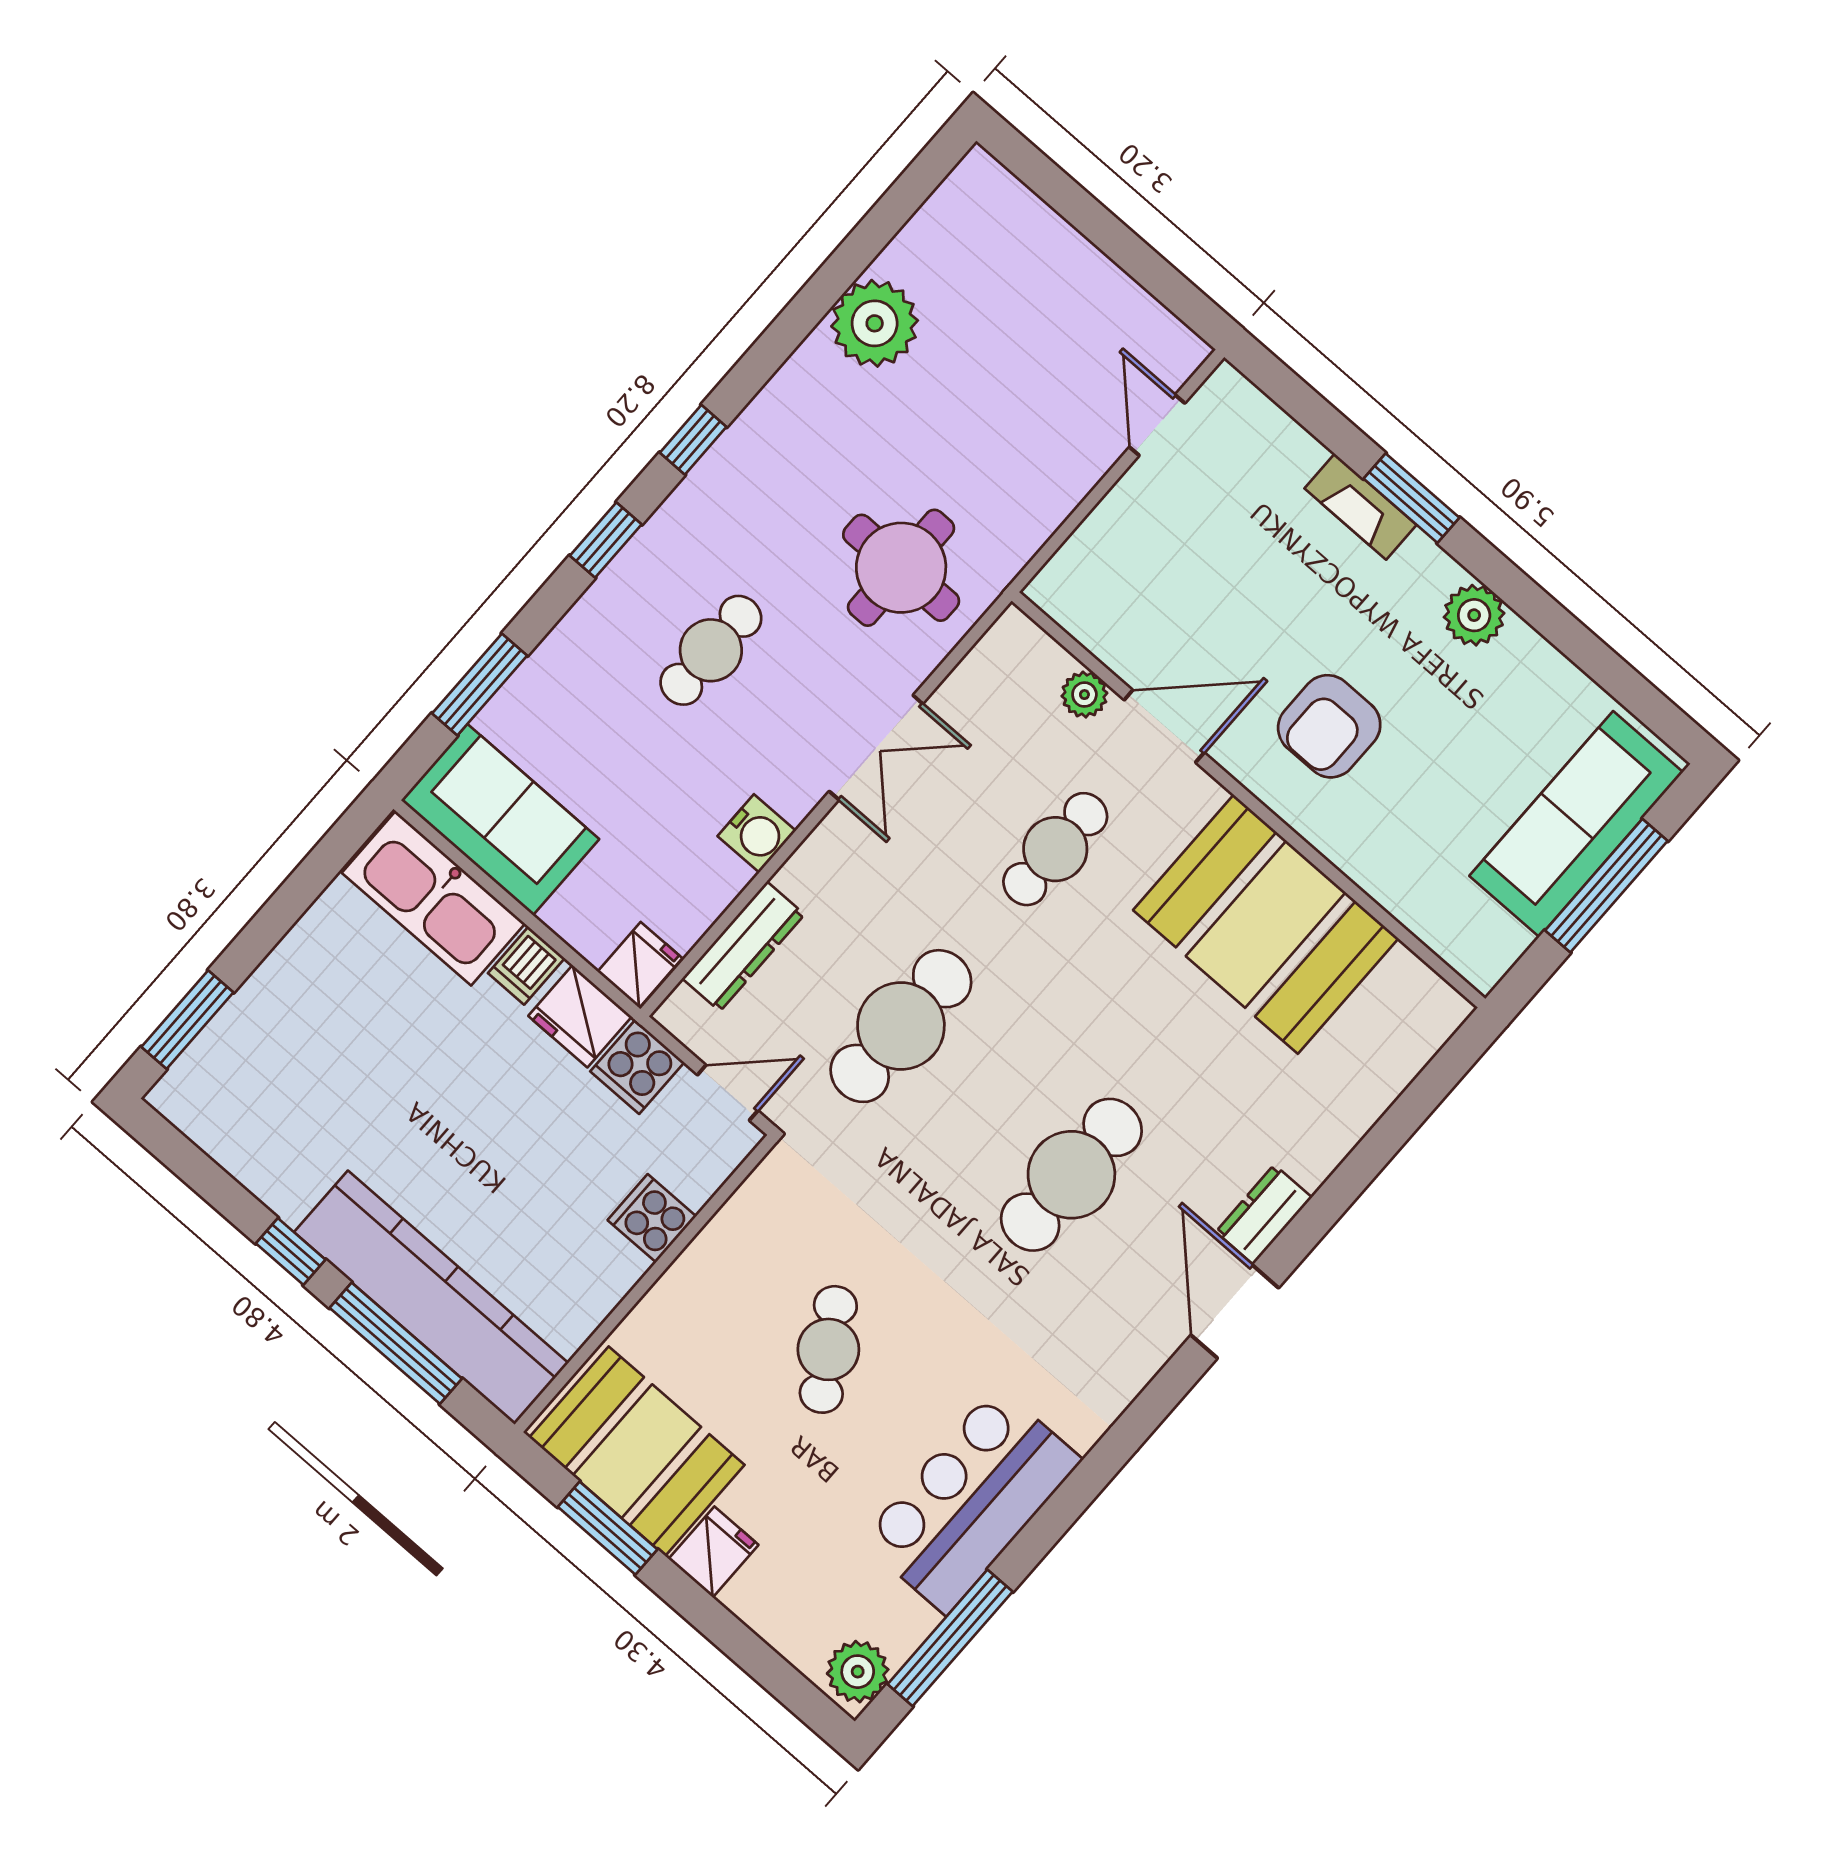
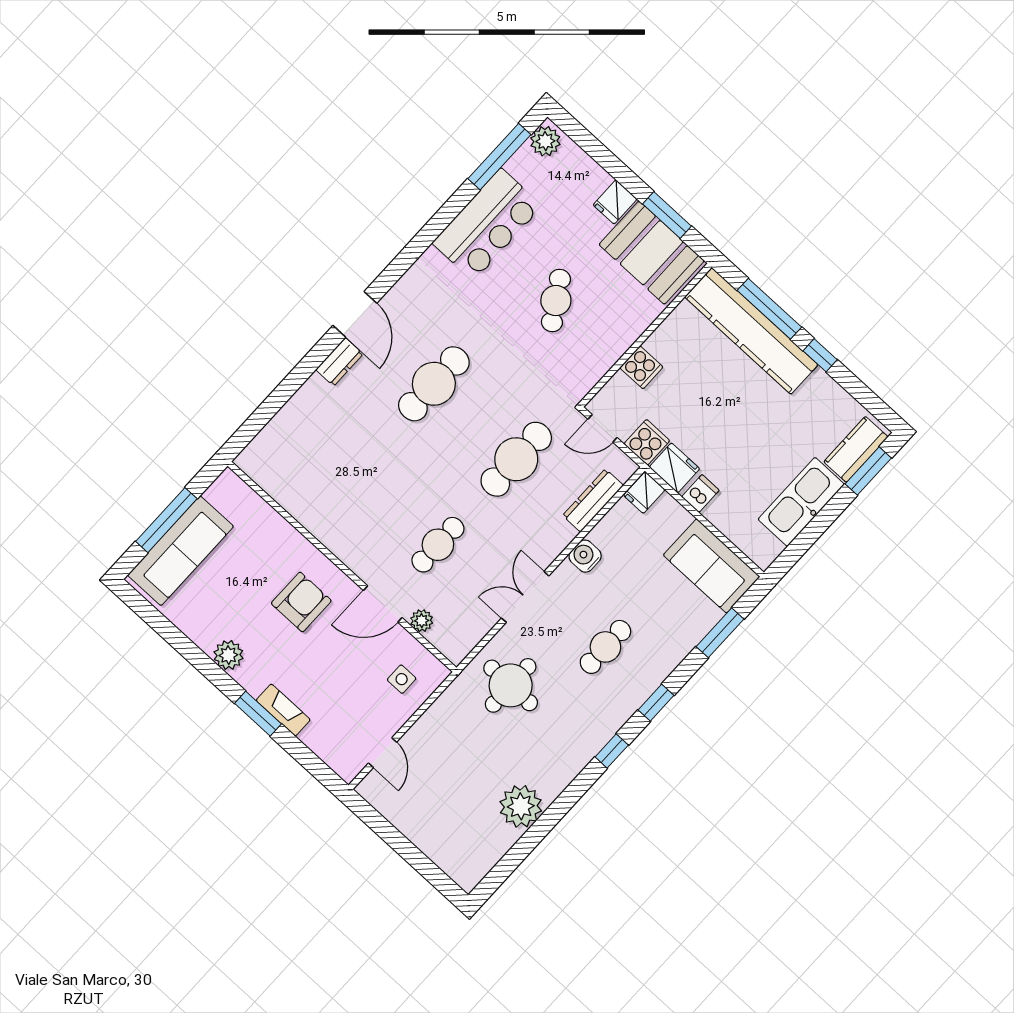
side table: (1122, 575) -> (402, 679), added
kitchen sink: (433, 898) -> (801, 502), moved, turned -90
booth: (1266, 924) -> (335, 505), removed
kitchen counter: (213, 1063) -> (856, 449), added

